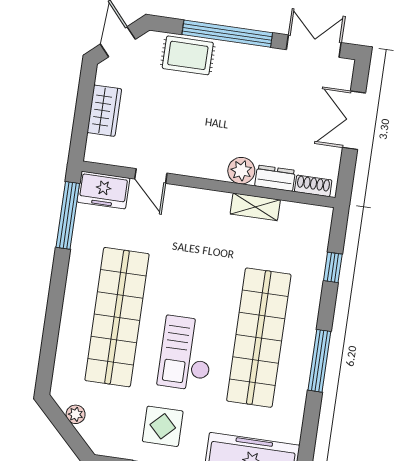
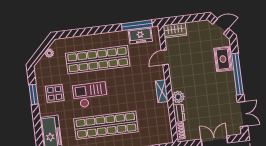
wardrobe: (104, 111) -> (175, 30), moved
freezer: (103, 190) -> (140, 36), moved, turned -90
shelving: (255, 207) -> (162, 91), moved

